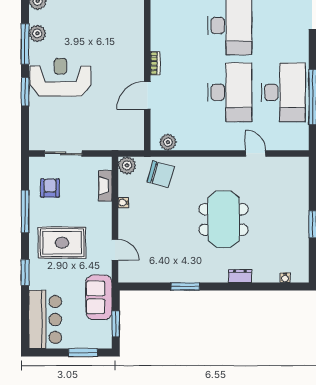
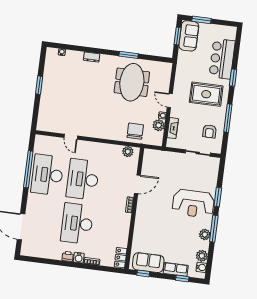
plant: (127, 165) -> (159, 125), moved
chair: (161, 174) -> (135, 131), turned 74
meeting table: (224, 219) -> (132, 82), moved
door: (115, 250) -> (170, 101), moved
sofa: (99, 297) -> (189, 36), moved
bar counter: (45, 319) -> (222, 59), moved

